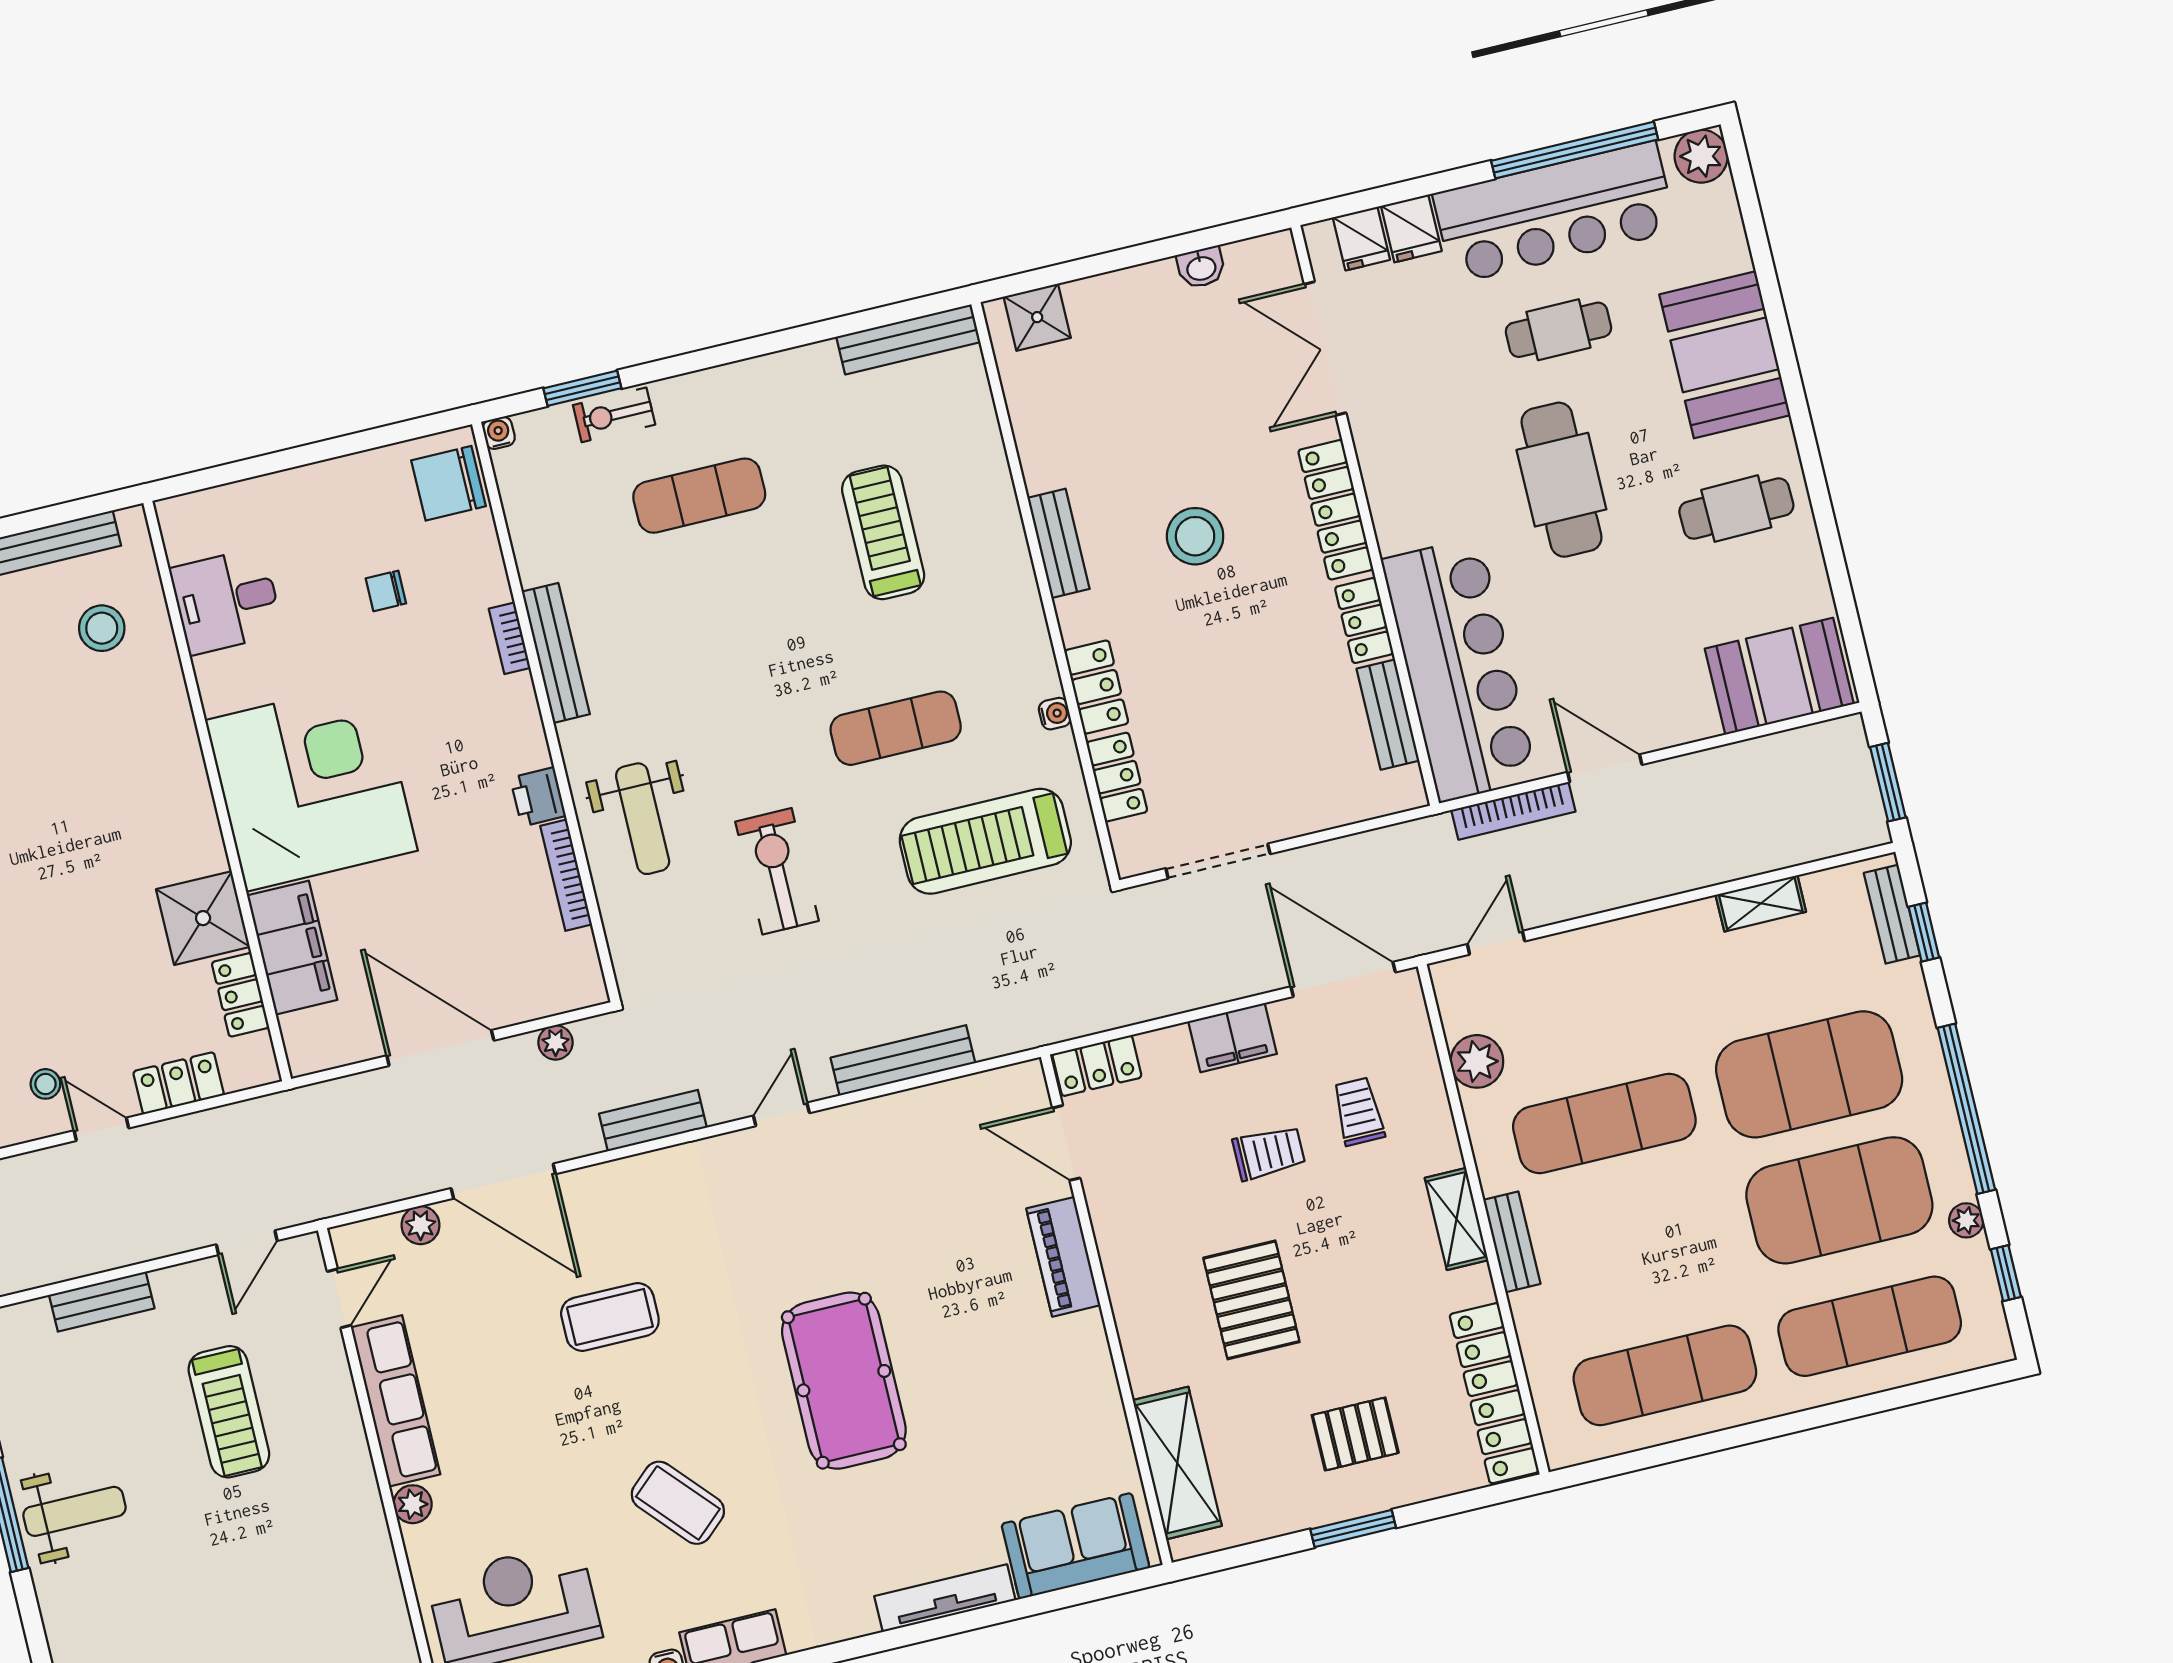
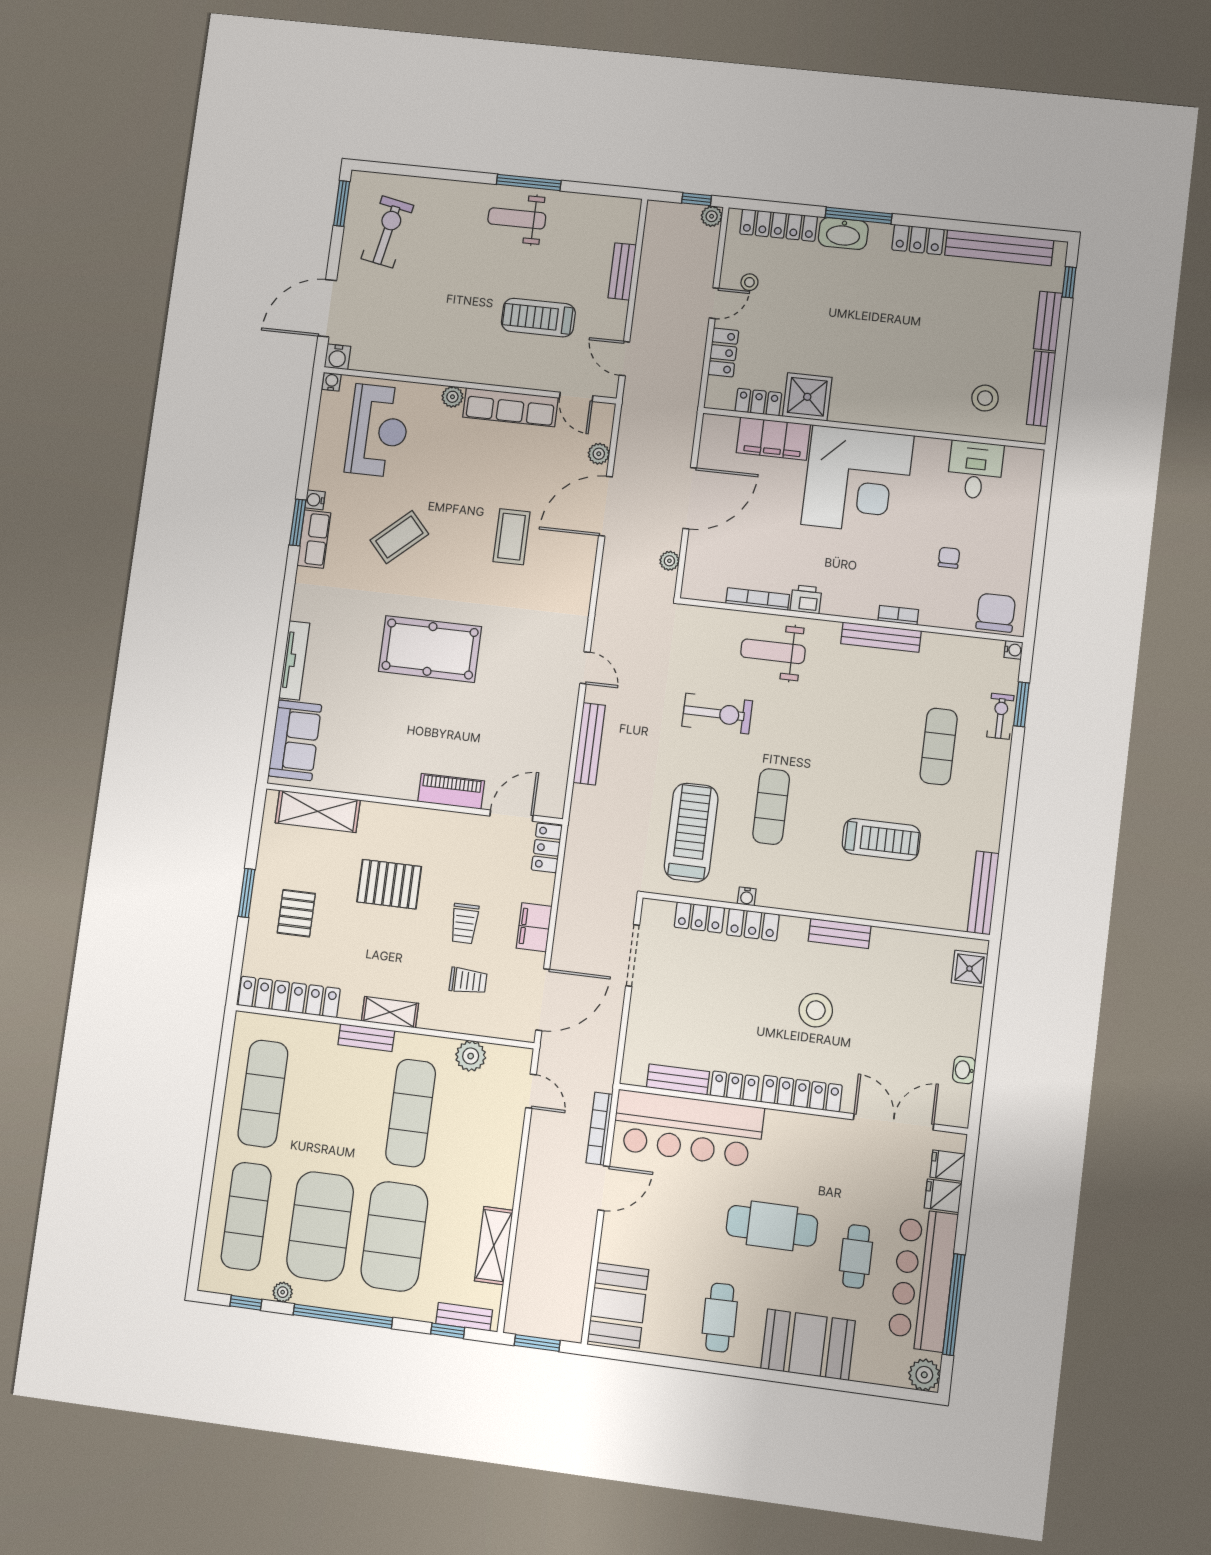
shelving: (1761, 903) -> (494, 1246), width x1.50, depth x1.33
bench: (653, 1121) -> (608, 598), removed
weight bench: (74, 1511) -> (517, 218), turned 90

